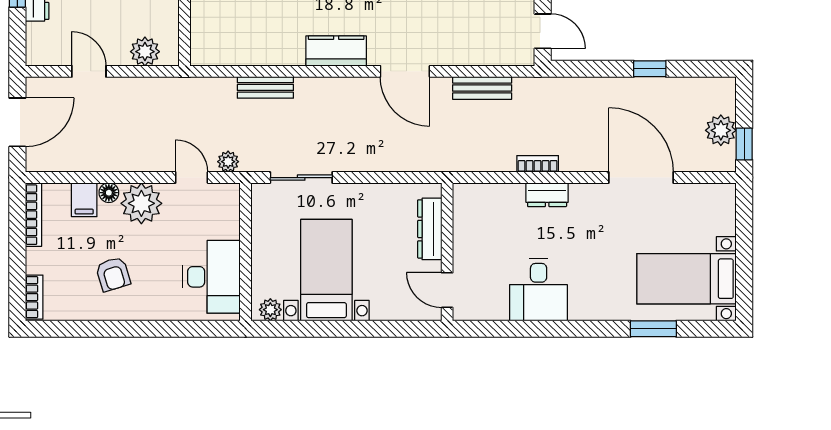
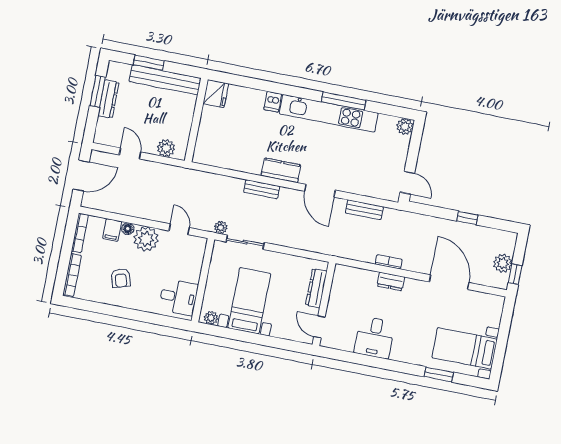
bench: (265, 87) -> (262, 189), moved
plant: (228, 162) -> (221, 227), moved
desk: (212, 277) -> (178, 297), width x0.73
bookcase: (34, 297) -> (72, 275), width x1.56

